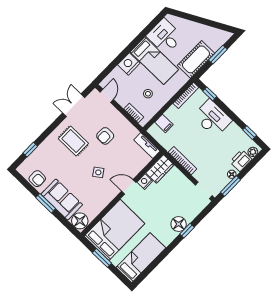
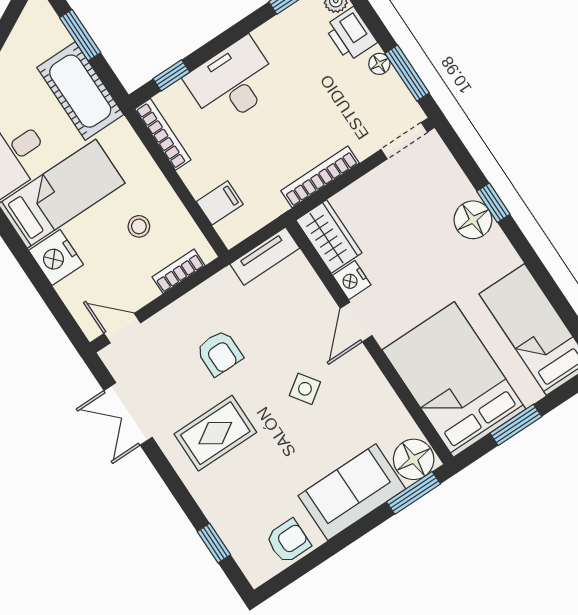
window: (46, 203) -> (413, 493), moved

